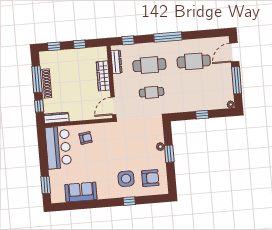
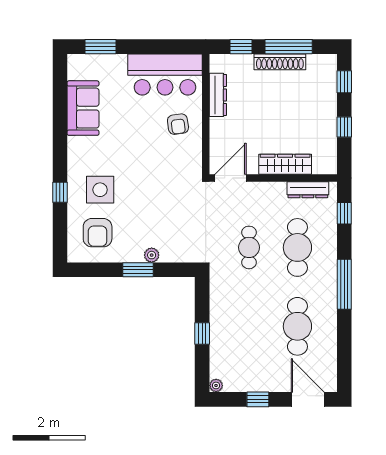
window: (237, 80) -> (258, 399), width x0.46
door: (113, 106) -> (230, 178), hinge flipped
dresser: (56, 118) -> (218, 95), moved

